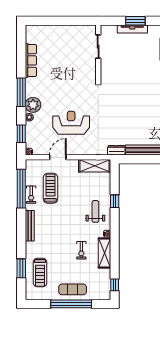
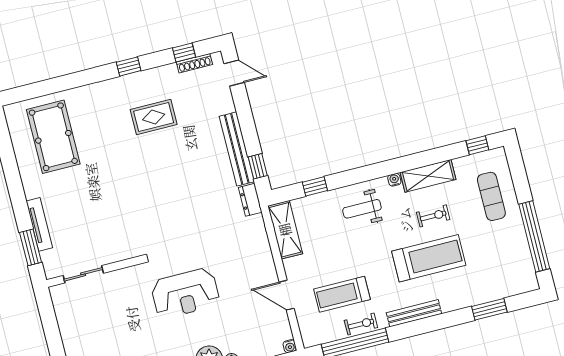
window: (135, 21) -> (31, 247), moved
reception desk: (71, 123) -> (185, 293), moved, turned -90
window: (134, 159) -> (258, 166), added
window: (115, 201) -> (315, 186), moved
treadmill: (40, 273) -> (429, 258), moved, width x1.37, depth x1.38
exercise mat: (73, 289) -> (491, 196), moved
window: (71, 304) -> (534, 236), moved

